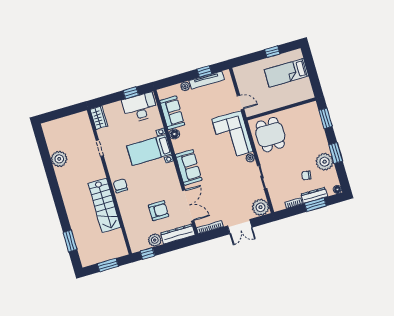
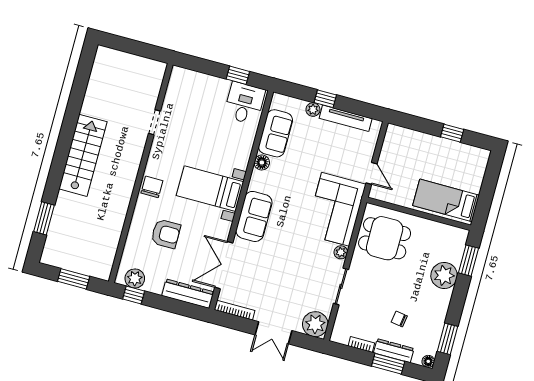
window: (204, 71) -> (325, 99), moved
bed: (286, 73) -> (446, 200), moved
desk: (140, 108) -> (244, 103), width x0.73
wardrobe: (99, 118) -> (177, 82), removed
dining table: (270, 135) -> (385, 238), turned 90
bed with nightstands: (149, 150) -> (210, 189), moved
window: (336, 153) -> (447, 339), moved
plant: (59, 159) -> (94, 104), removed
plant: (325, 162) -> (444, 275), moved
stairs: (104, 205) -> (83, 155), moved, turned 180
double door: (188, 205) -> (224, 265), swing flipped
armchair: (159, 211) -> (166, 234), moved
plant: (155, 240) -> (135, 279), moved

